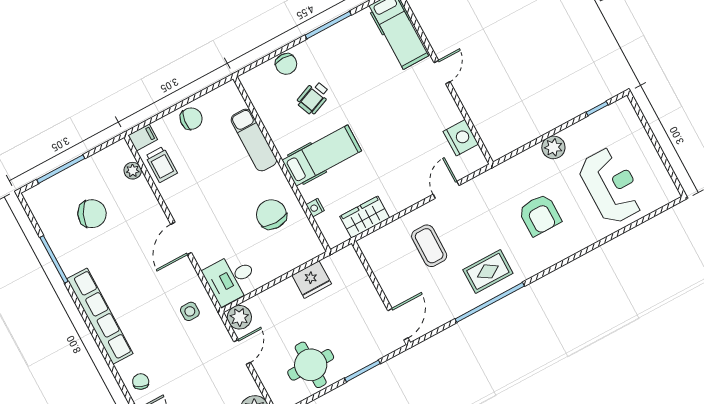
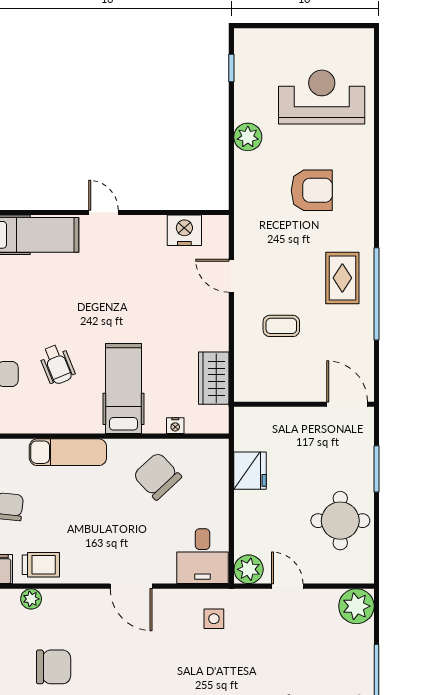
chair: (92, 214) -> (54, 667), turned 65
chair: (271, 214) -> (157, 476), turned 47
coffee table: (429, 246) -> (281, 326), width x0.73, depth x0.77

